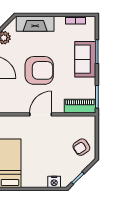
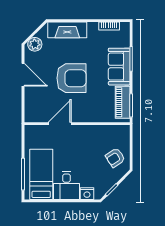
piano: (80, 106) -> (123, 102), moved, turned -90
door: (41, 114) -> (60, 124), moved
desk: (34, 174) -> (66, 186), added

